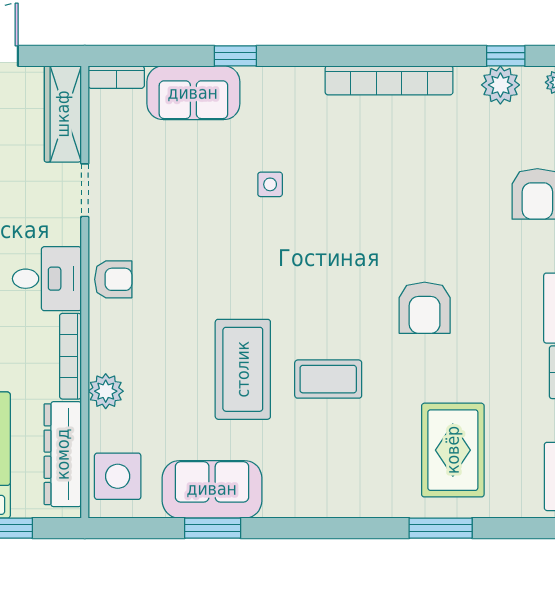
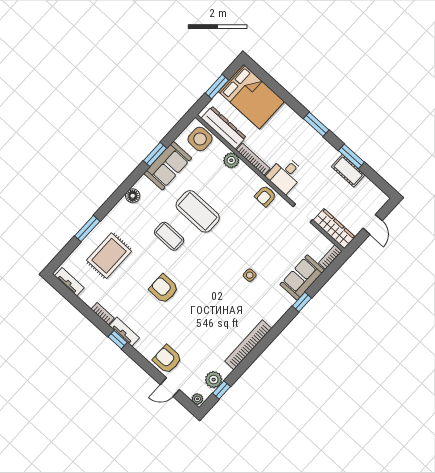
coffee table: (328, 379) -> (169, 236), turned 90
rug: (453, 450) -> (109, 256), turned 90
floor lamp: (316, 502) -> (133, 196), added

